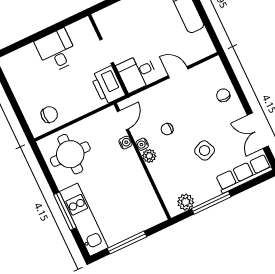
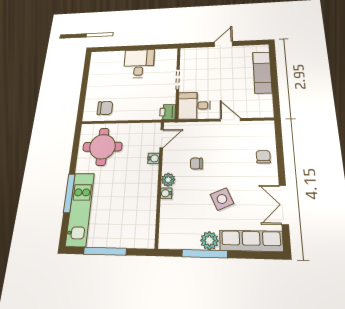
printer: (108, 85) -> (168, 112), width x0.53, depth x0.68
water cooler: (142, 144) -> (166, 193), moved
plant: (186, 202) -> (209, 241), moved

